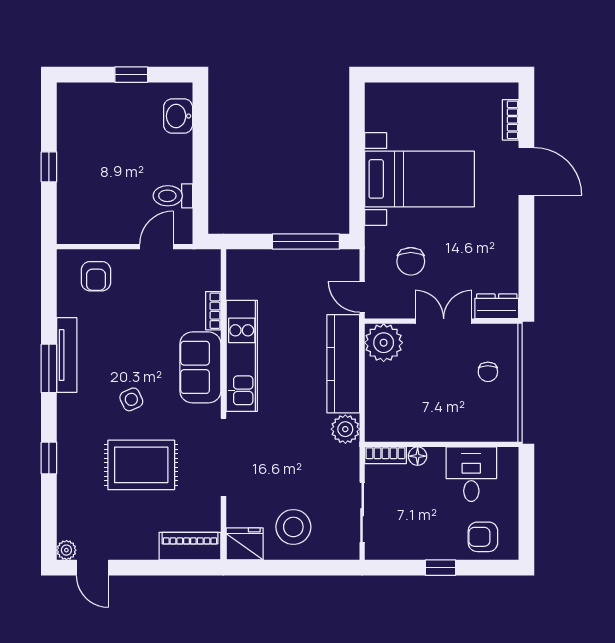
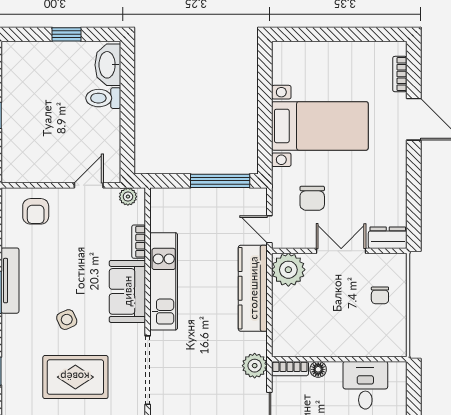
washbasin: (178, 116) -> (108, 65), width x1.38
toilet: (173, 196) -> (103, 98), moved
plant: (201, 259) -> (128, 197), added
plant: (345, 429) -> (255, 366), moved

